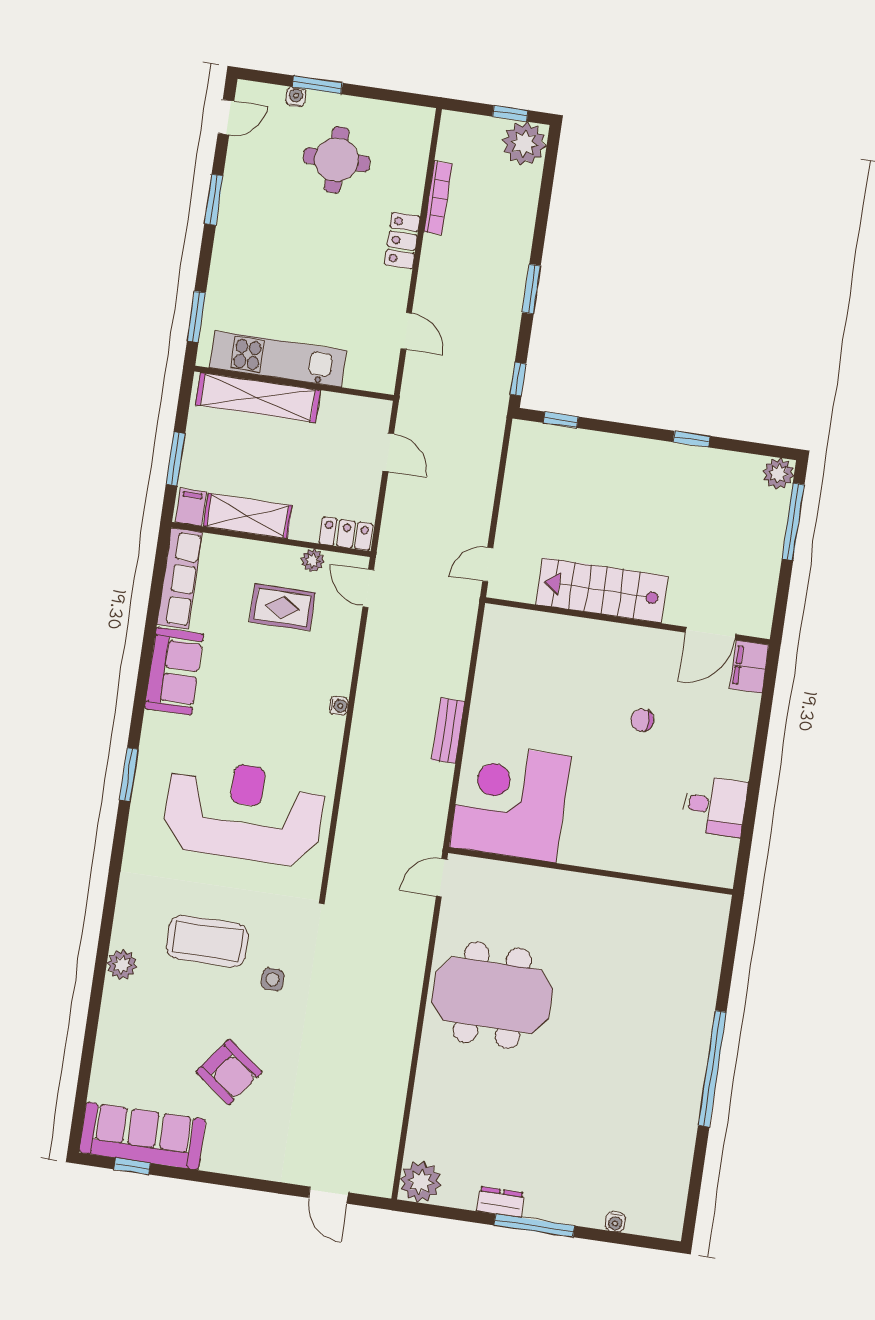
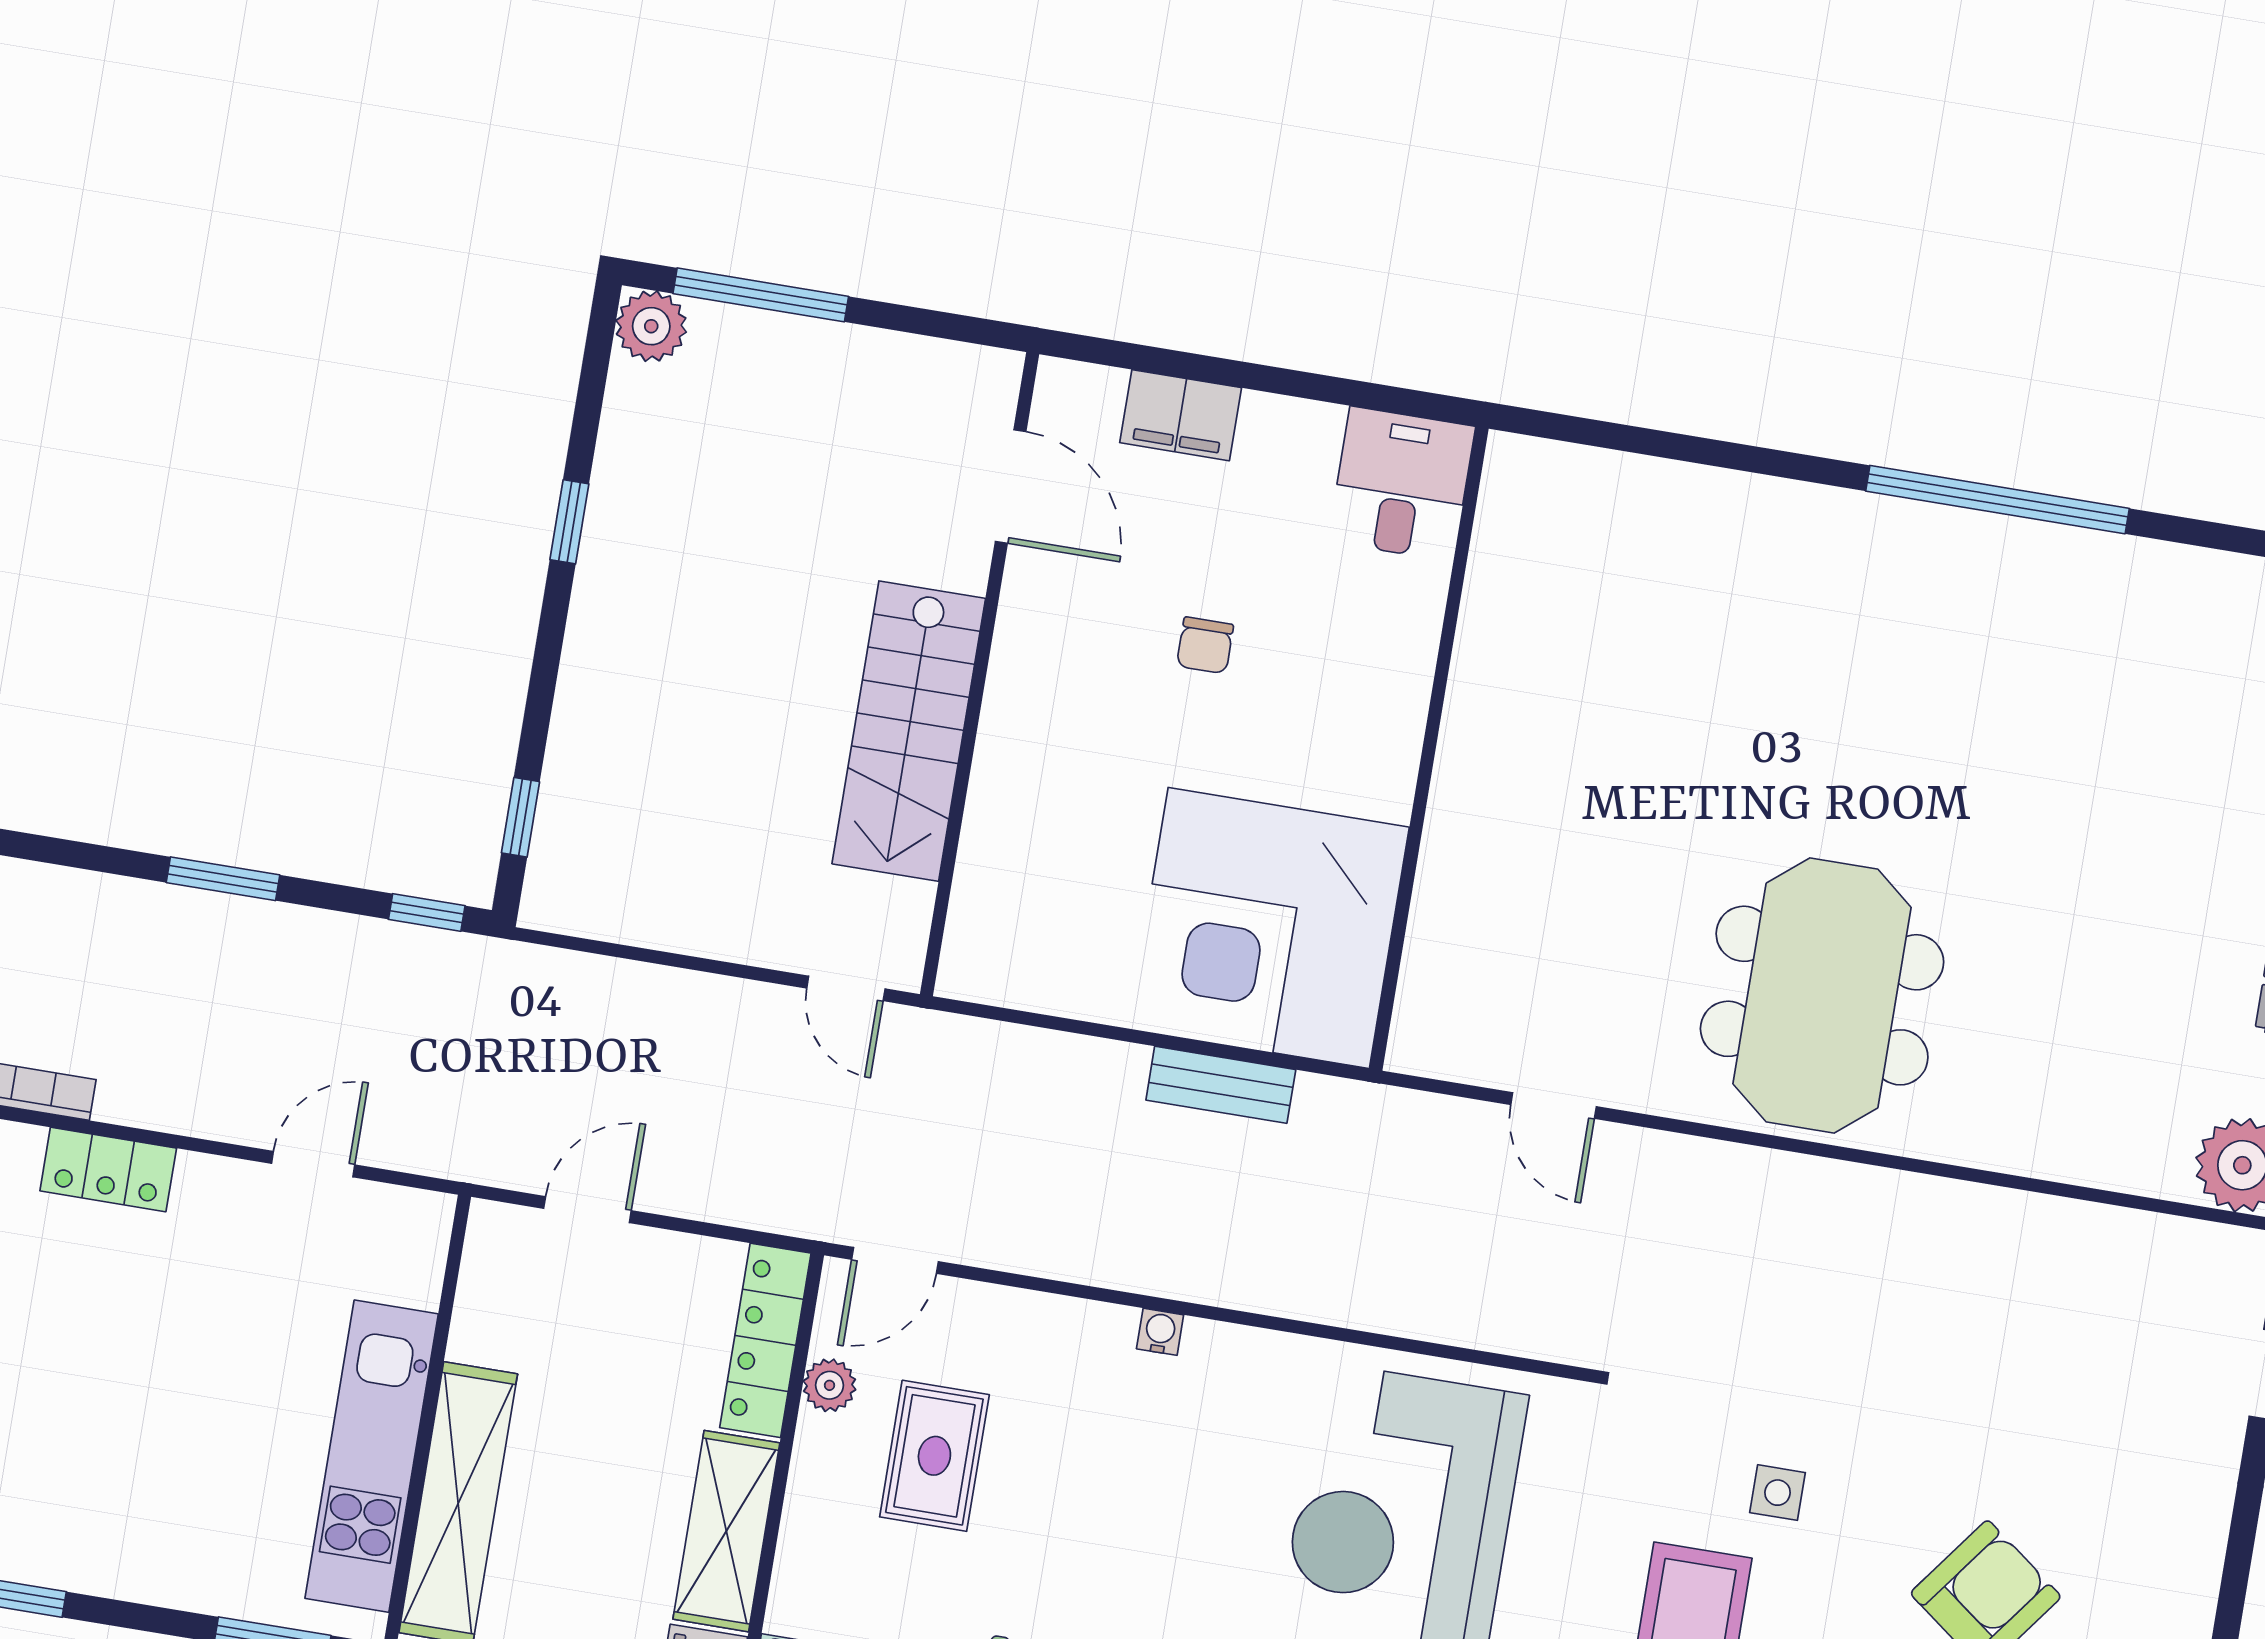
locker: (346, 534) -> (765, 1340), width x1.53
filing cabinet: (749, 667) -> (1181, 415), moved
corner desk: (510, 802) -> (1269, 928), moved
wall: (591, 871) -> (1429, 749), moved

